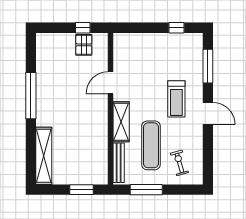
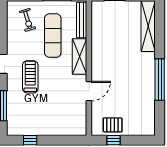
pallet: (84, 45) -> (113, 125), turned 90

